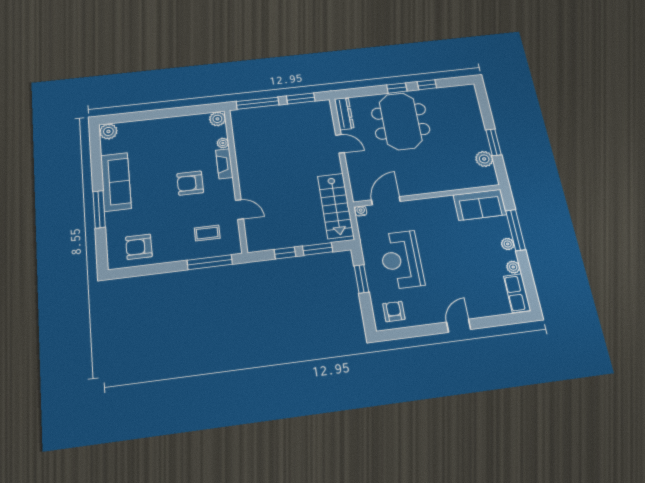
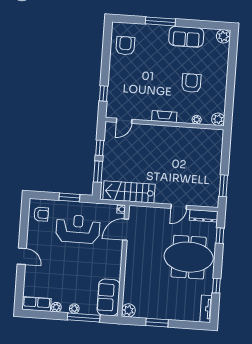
window: (397, 88) -> (220, 236), moved
tv unit: (459, 91) -> (206, 309), added
window: (258, 103) -> (226, 152), removed
plant: (484, 159) -> (128, 310), moved
fireplace: (224, 164) -> (164, 117), moved
sofa: (116, 182) -> (186, 37), width x0.73
armchair: (190, 183) -> (191, 83), moved
door: (386, 201) -> (126, 230), swing flipped
door: (239, 210) -> (124, 121), moved
coffee table: (207, 233) -> (126, 96), removed
window: (210, 262) -> (103, 94), width x0.46

